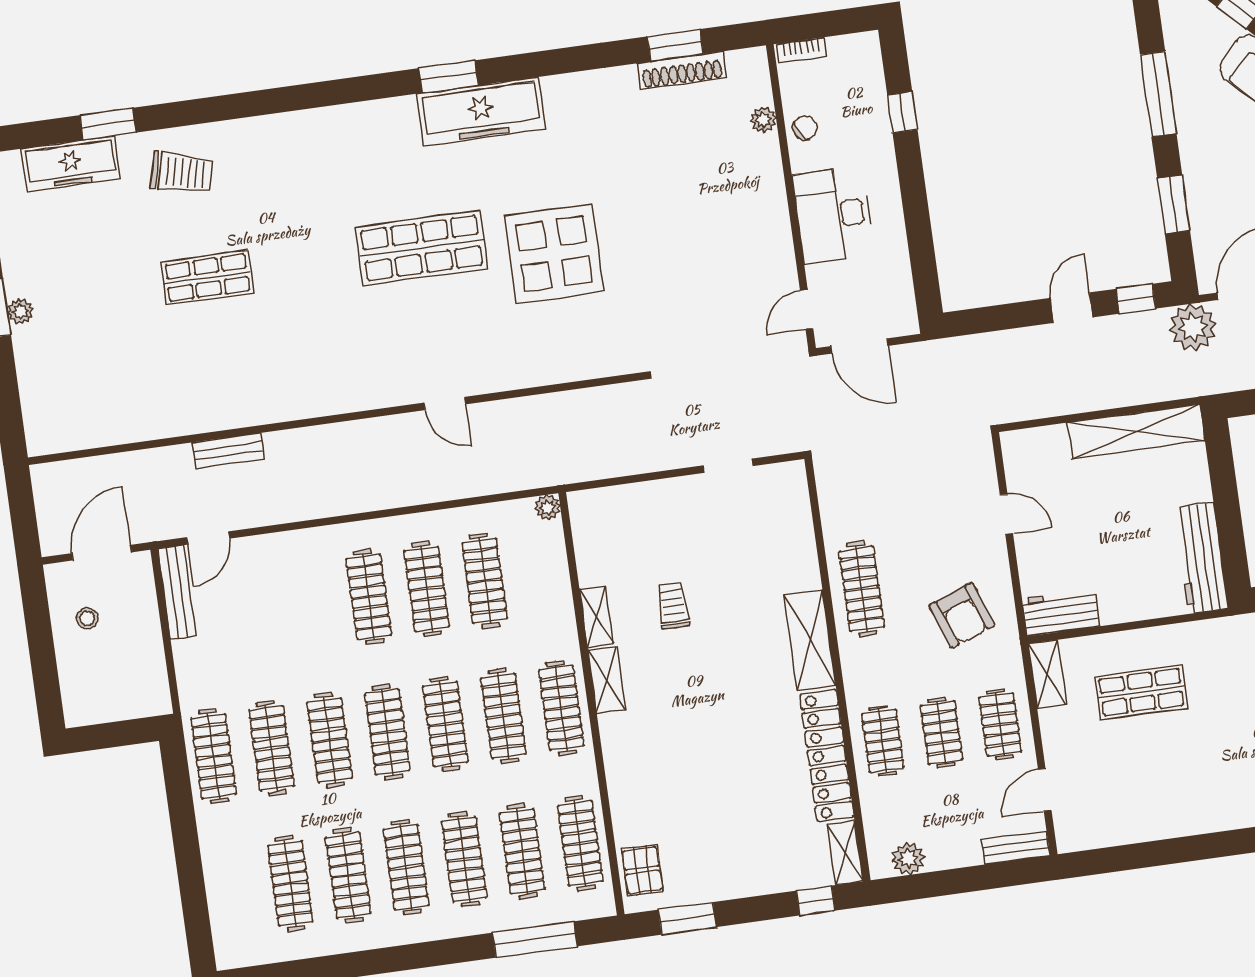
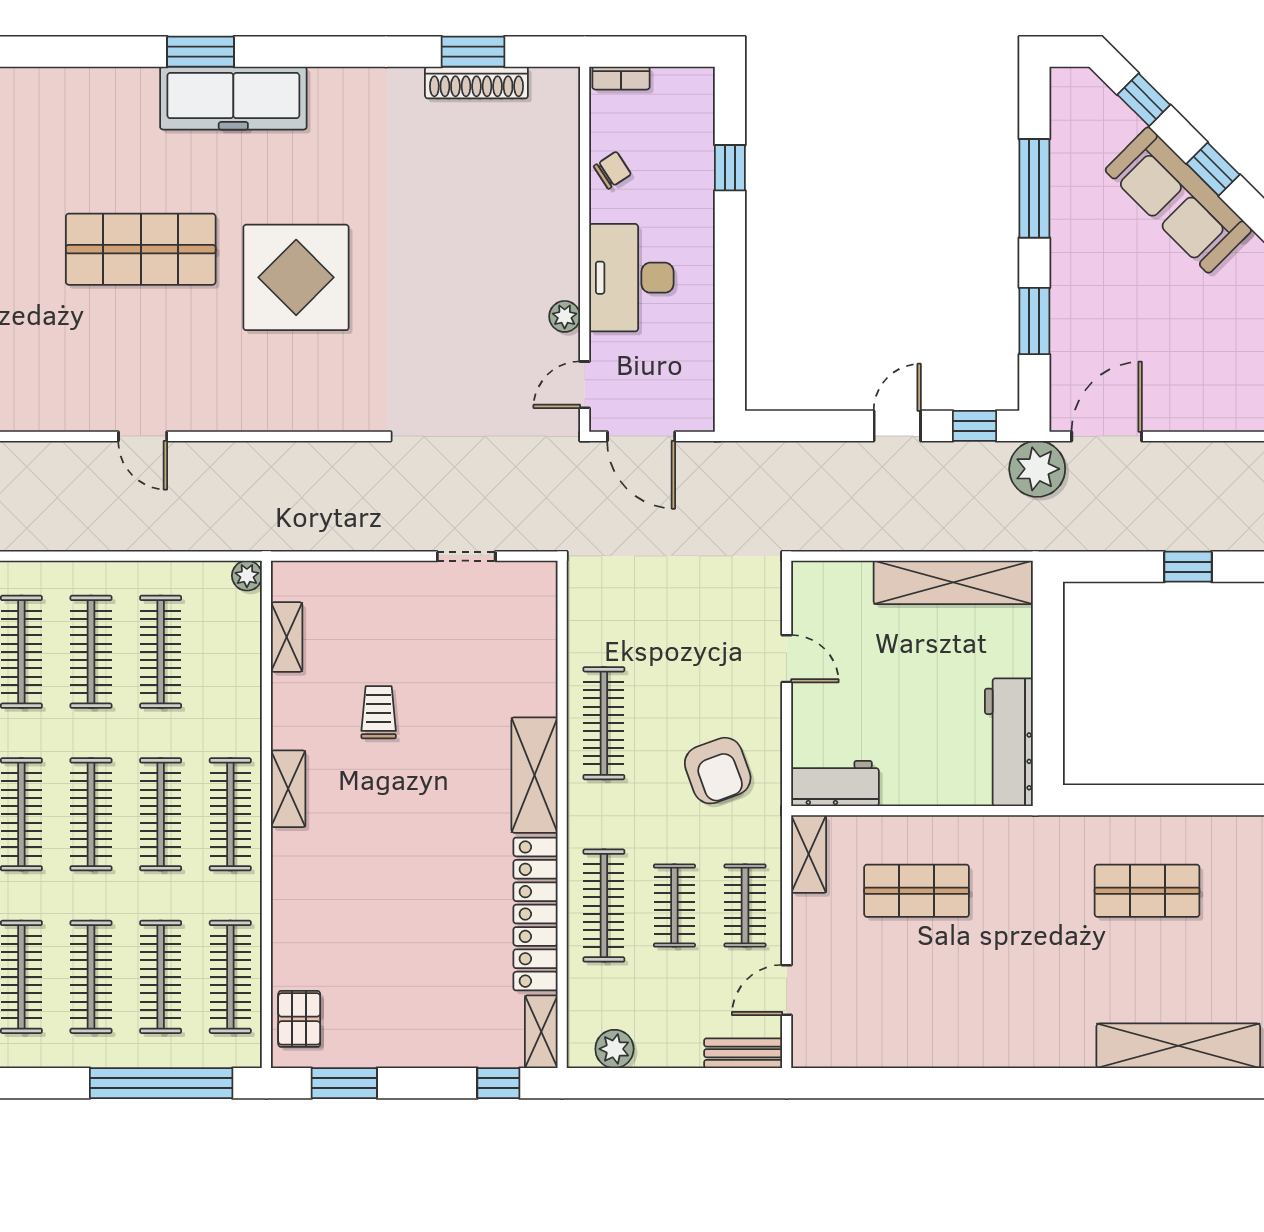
plant: (763, 120) -> (565, 316), moved
shelving: (596, 617) -> (287, 637), moved
clothes rail: (883, 741) -> (604, 906), width x1.36
window: (535, 940) -> (161, 1083), width x1.46

